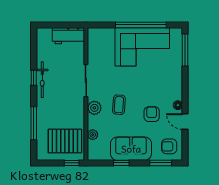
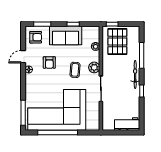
workbench: (68, 36) -> (127, 124), moved
corner sofa: (142, 47) -> (57, 110), width x1.36, depth x1.36
bicycle: (42, 80) -> (135, 75), moved
door: (185, 122) -> (23, 57), swing flipped
pallet: (65, 141) -> (117, 41), turned 90

